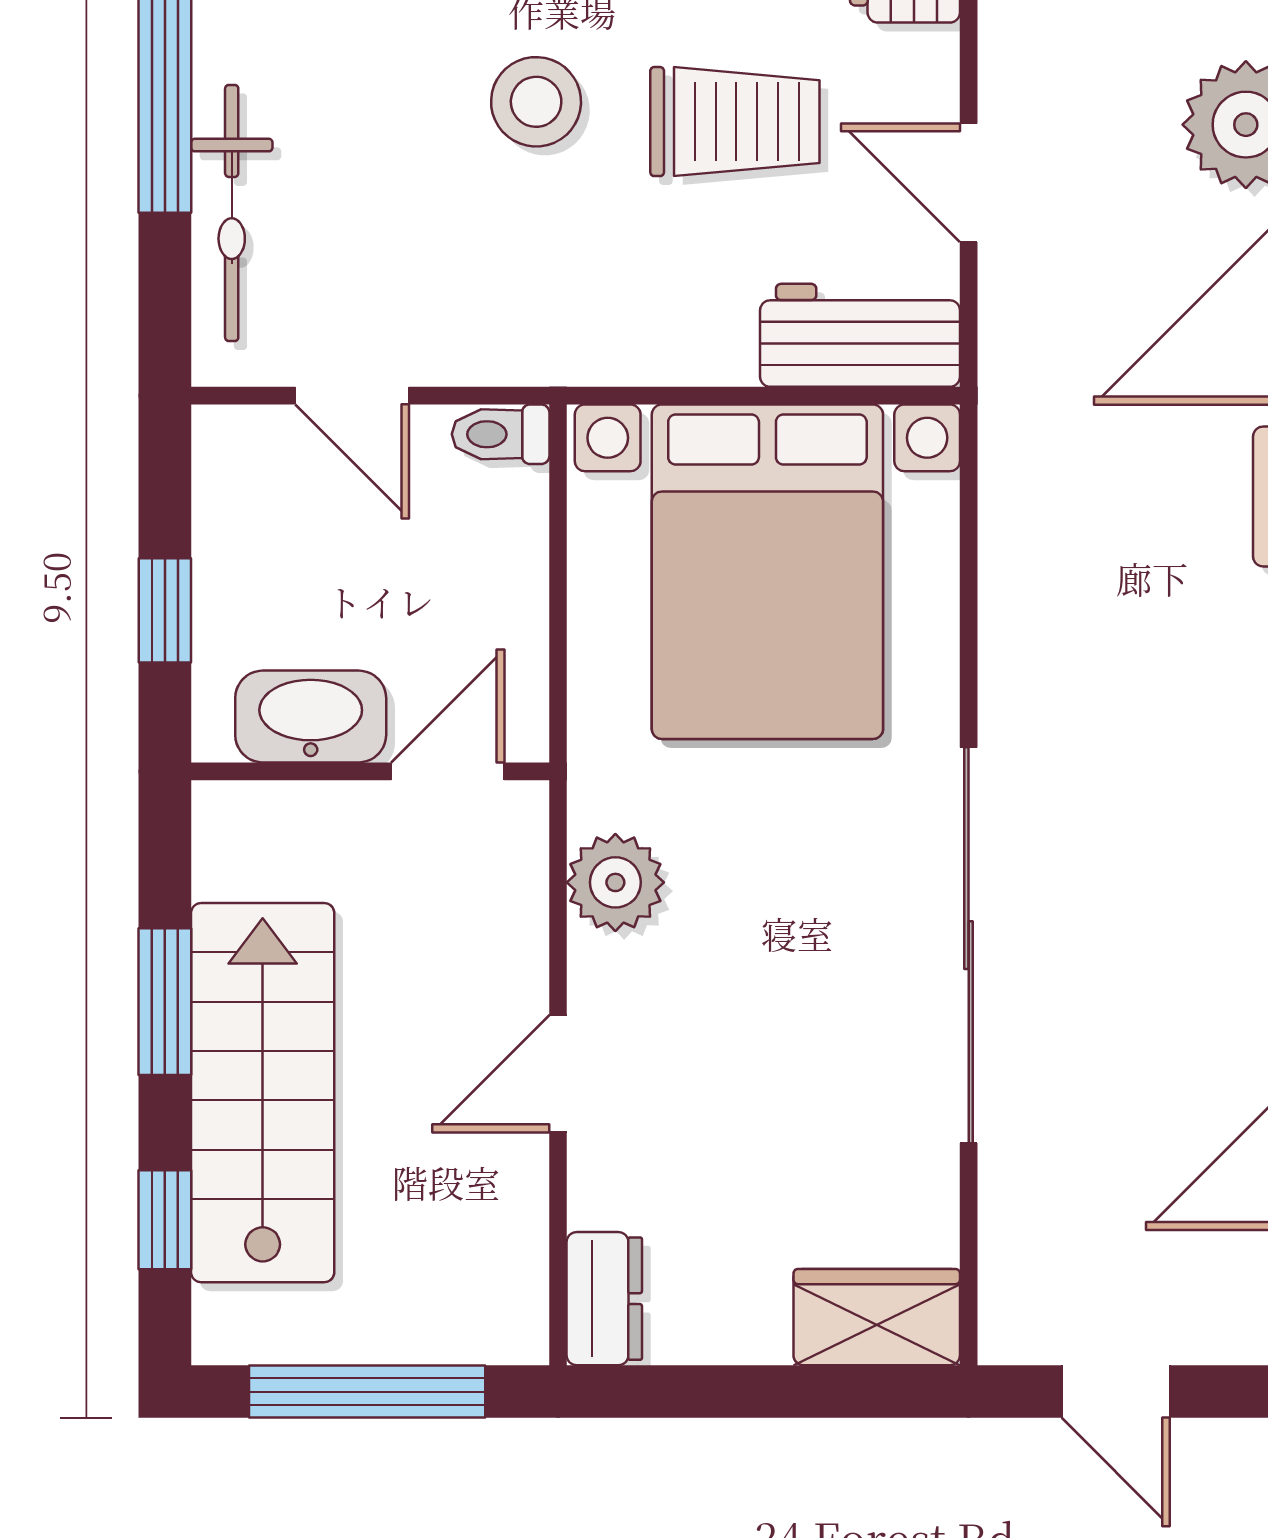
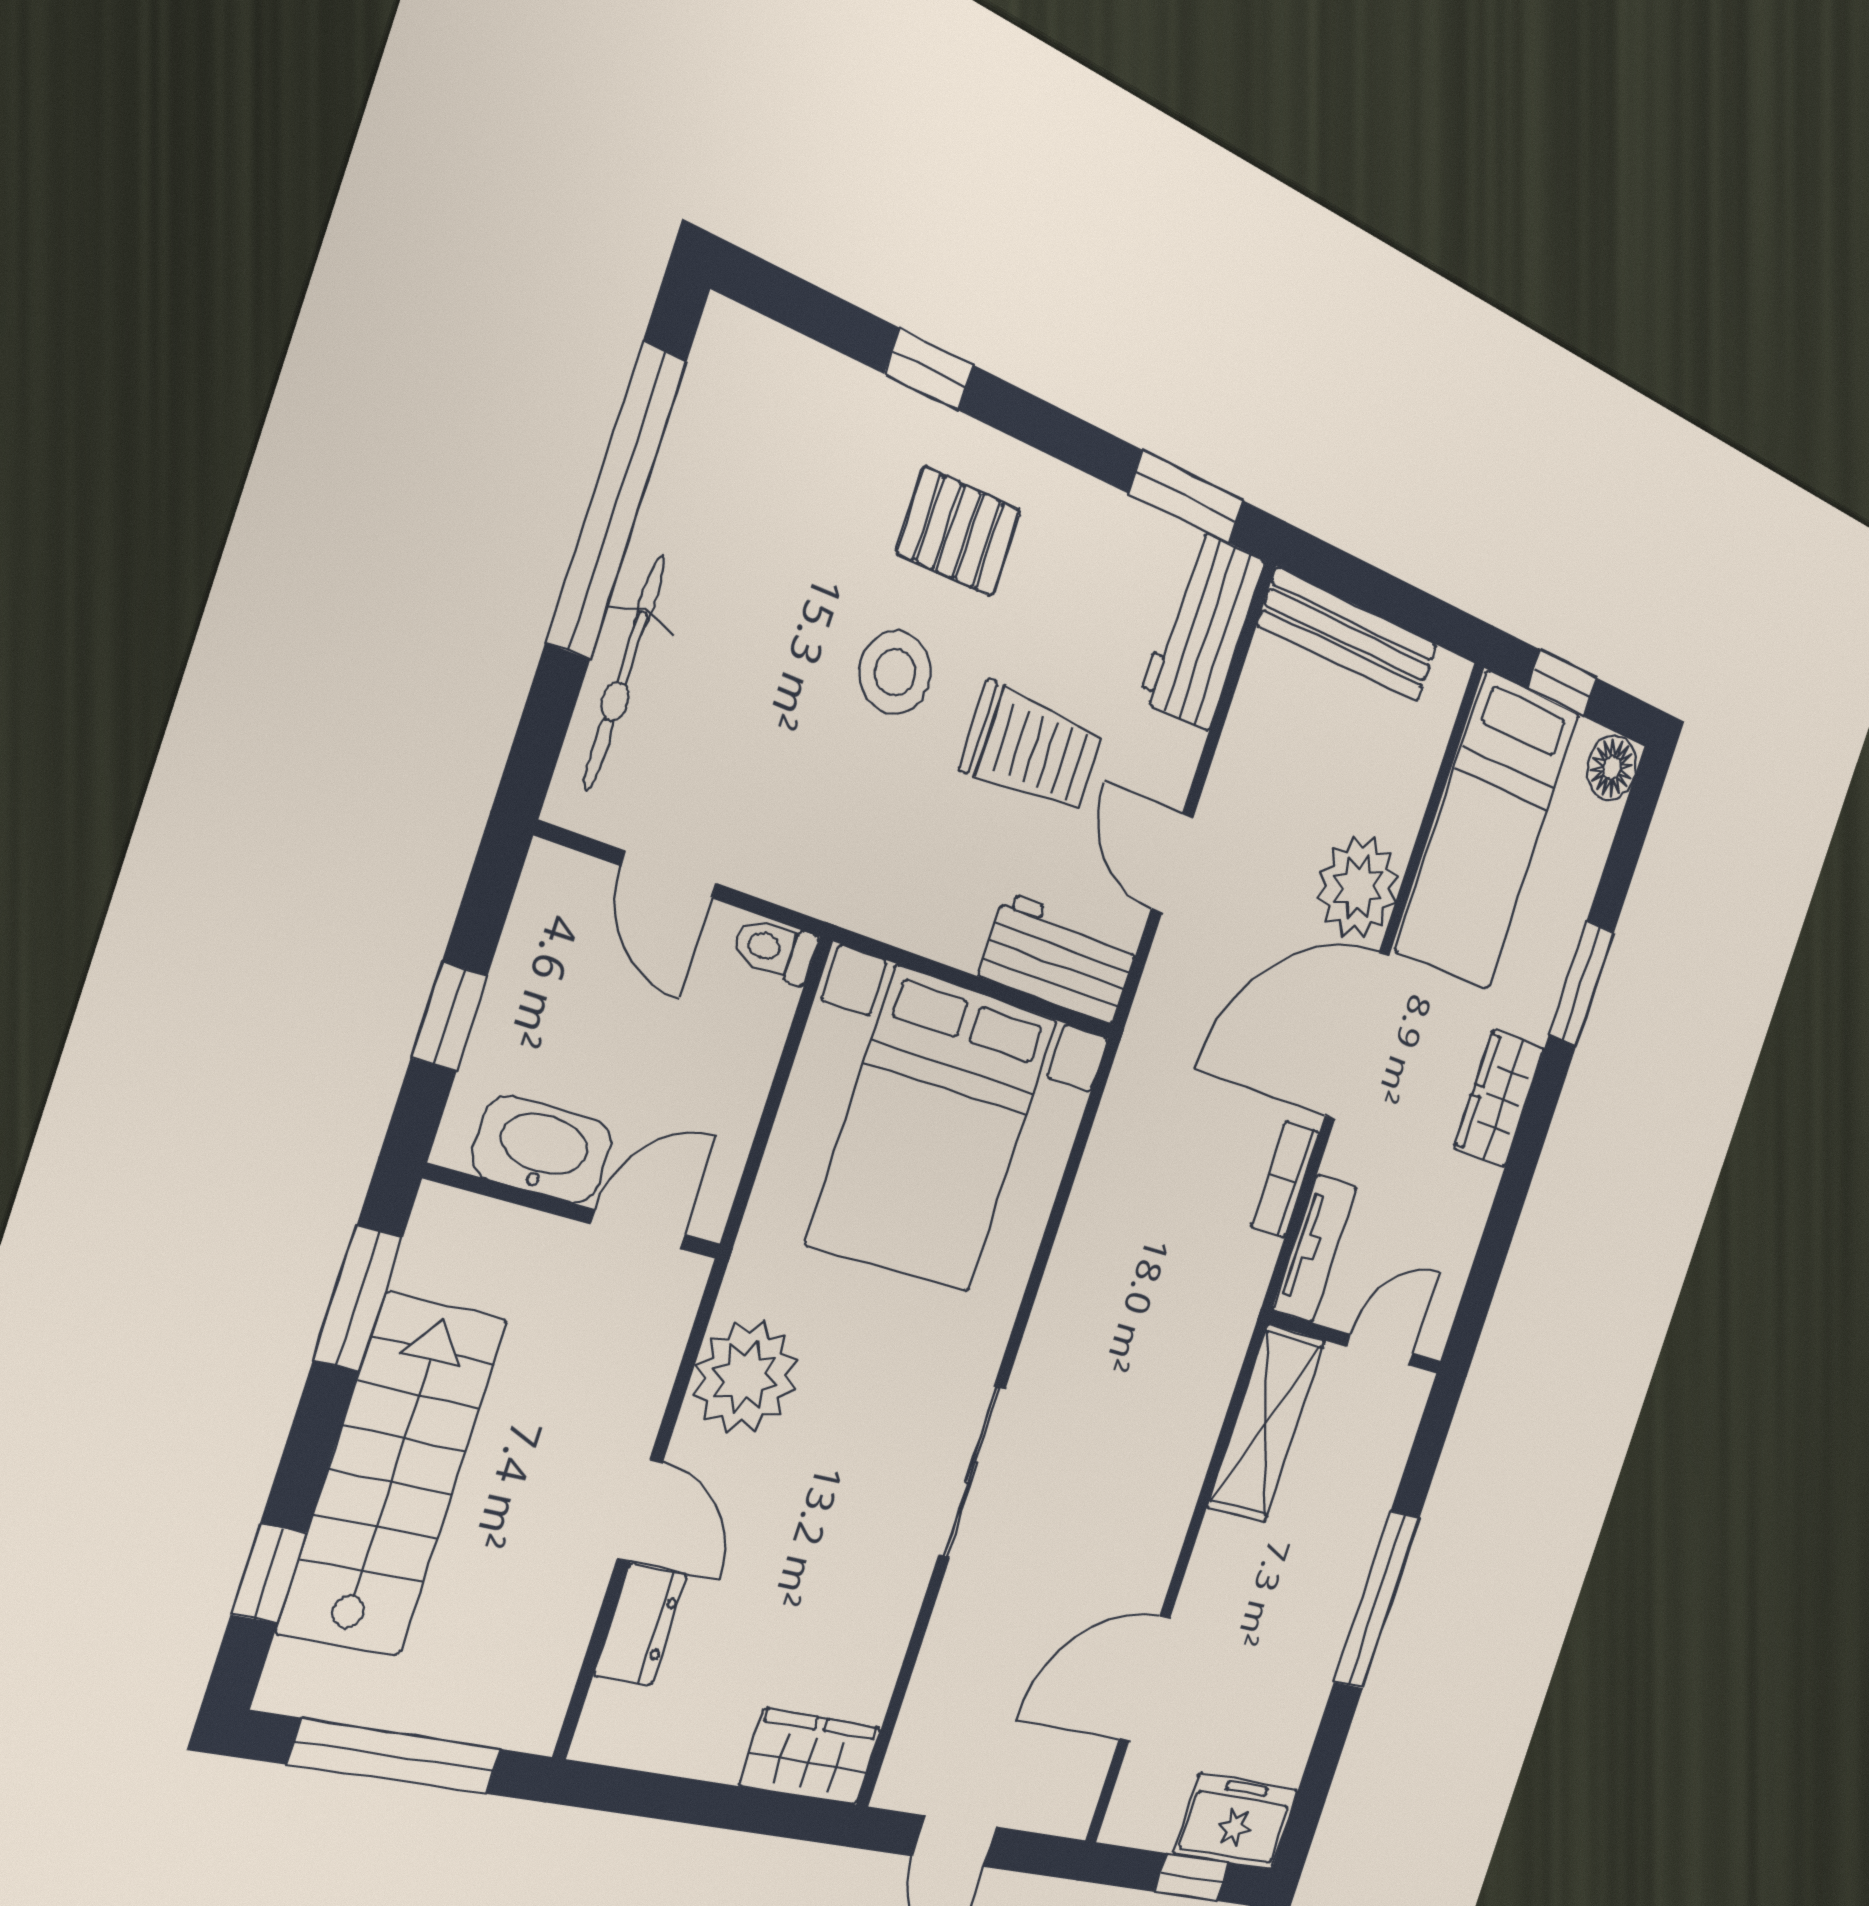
plant: (615, 882) -> (745, 1377), width x1.36, depth x1.36
sliding door: (969, 945) -> (972, 1472), width x0.54
window: (165, 1002) -> (358, 1299), moved
door: (558, 1074) -> (640, 1511), swing flipped
dresser: (604, 1299) -> (641, 1625), moved

